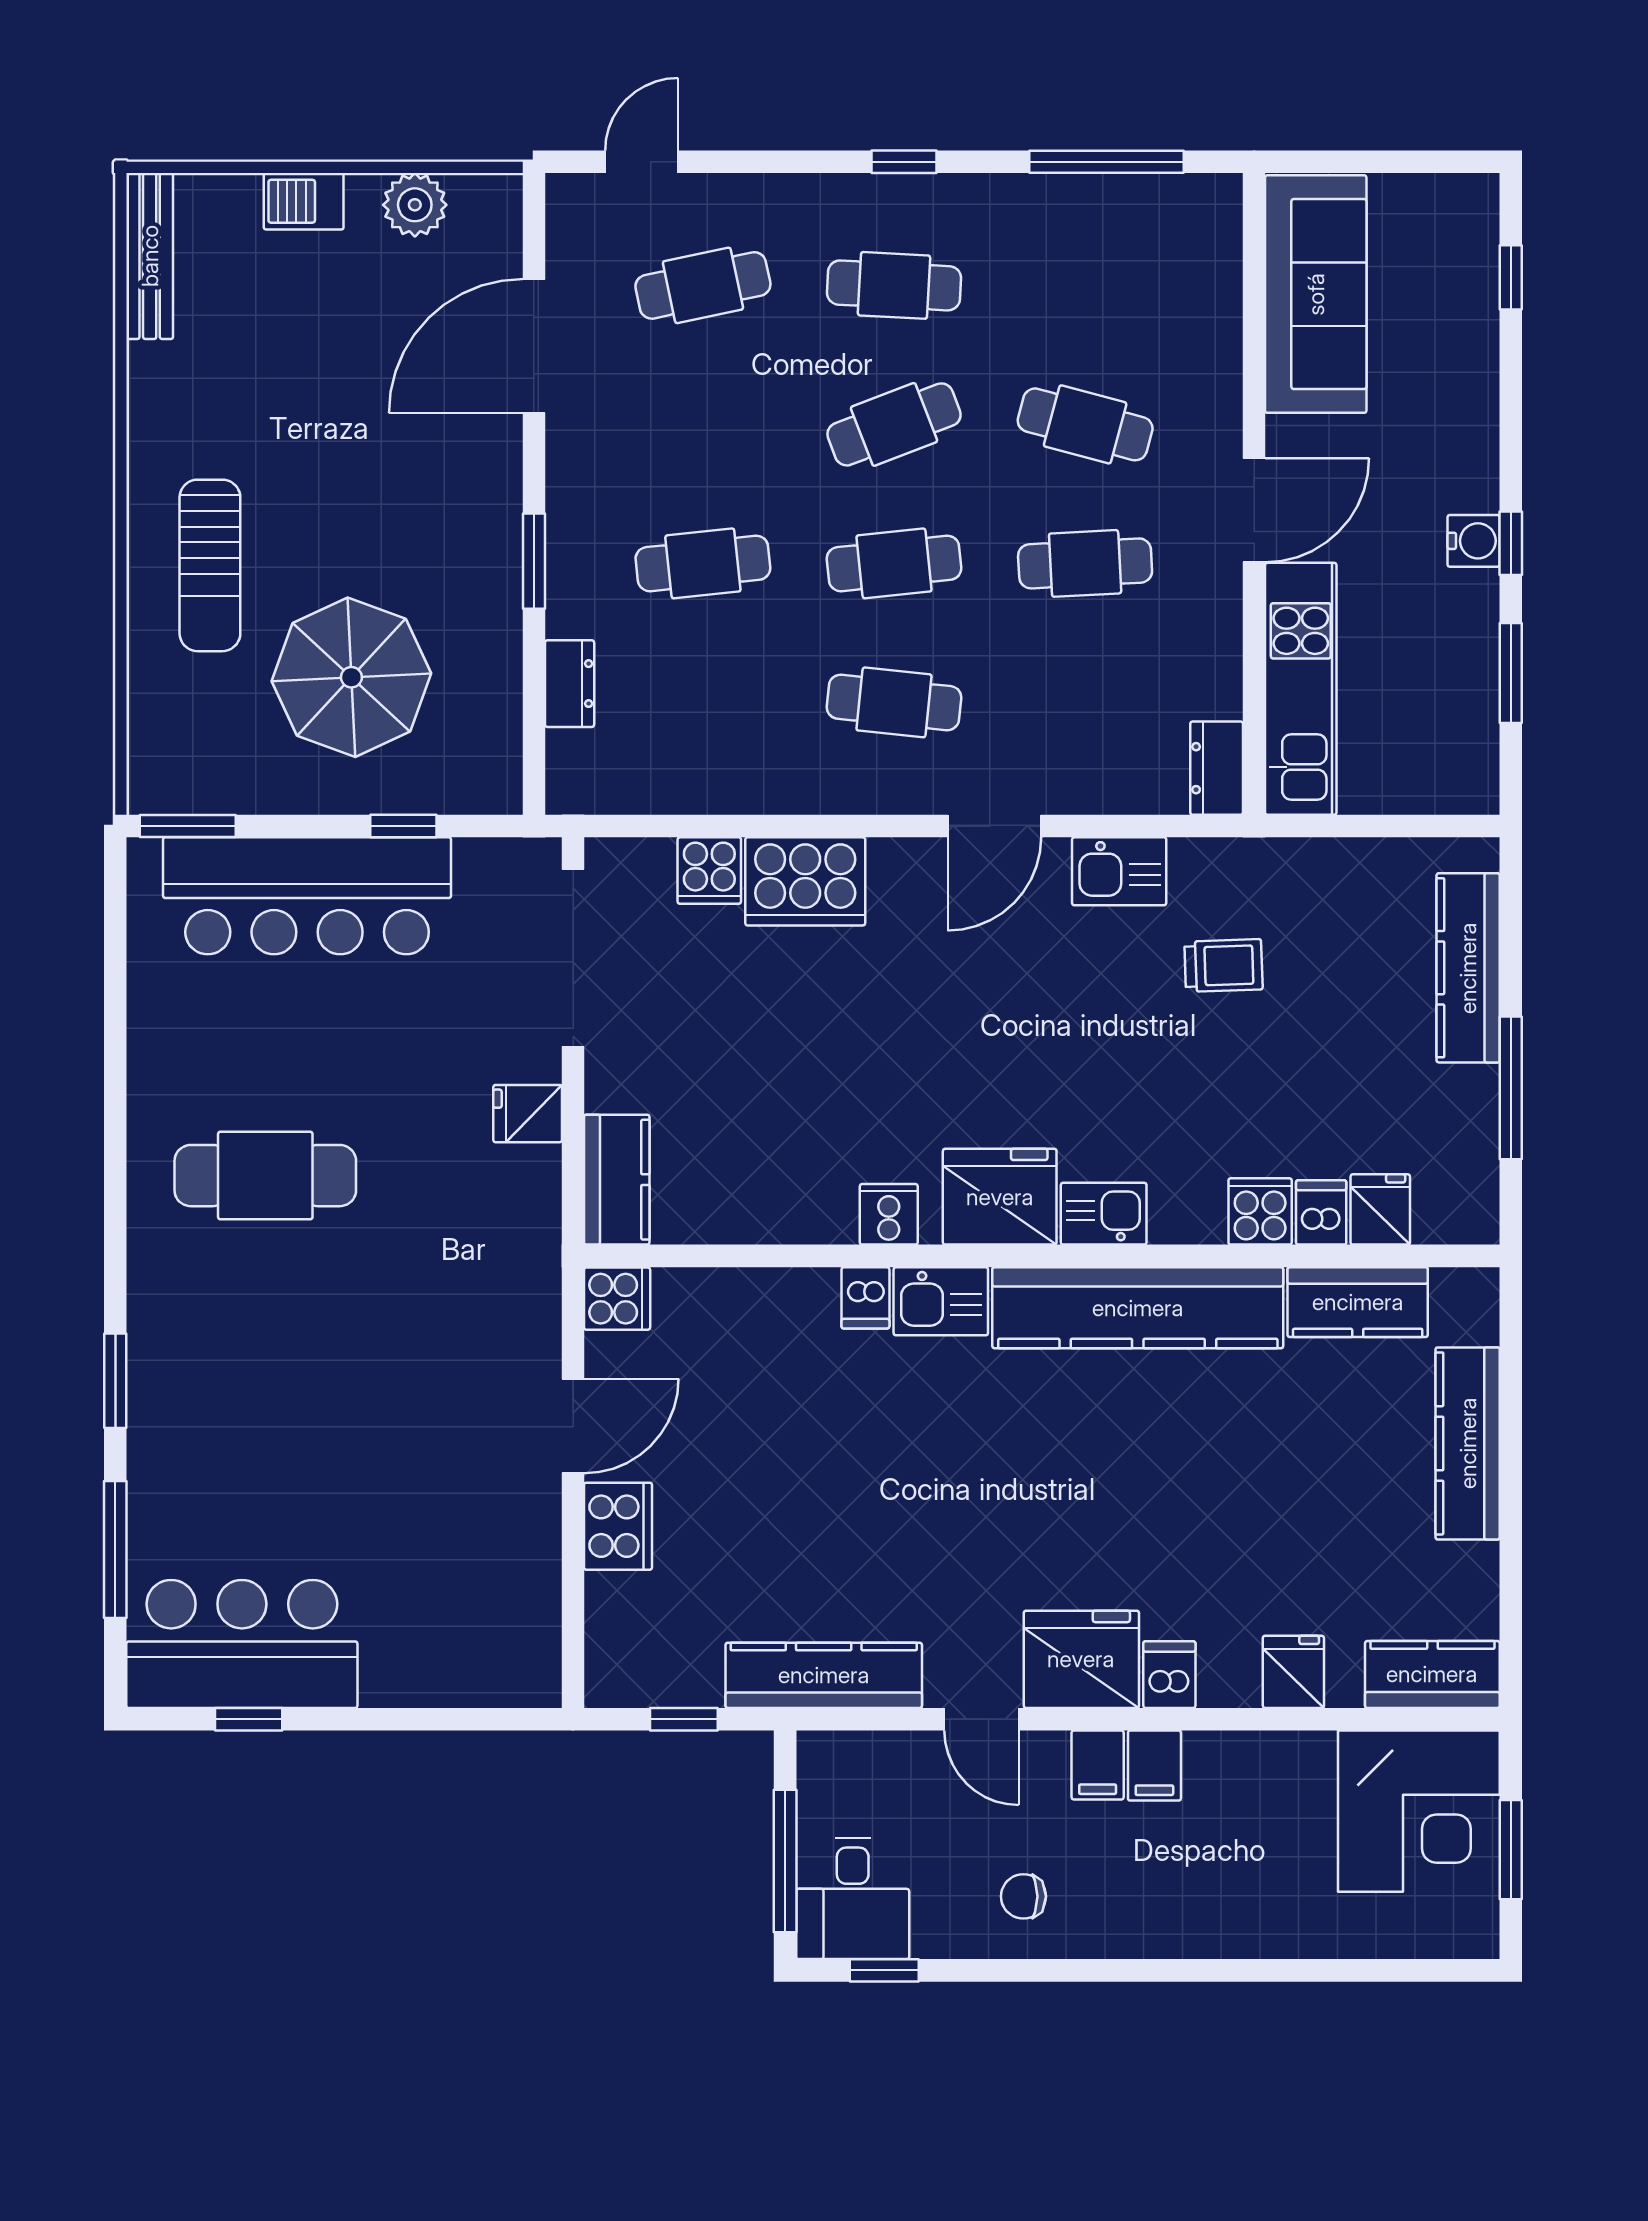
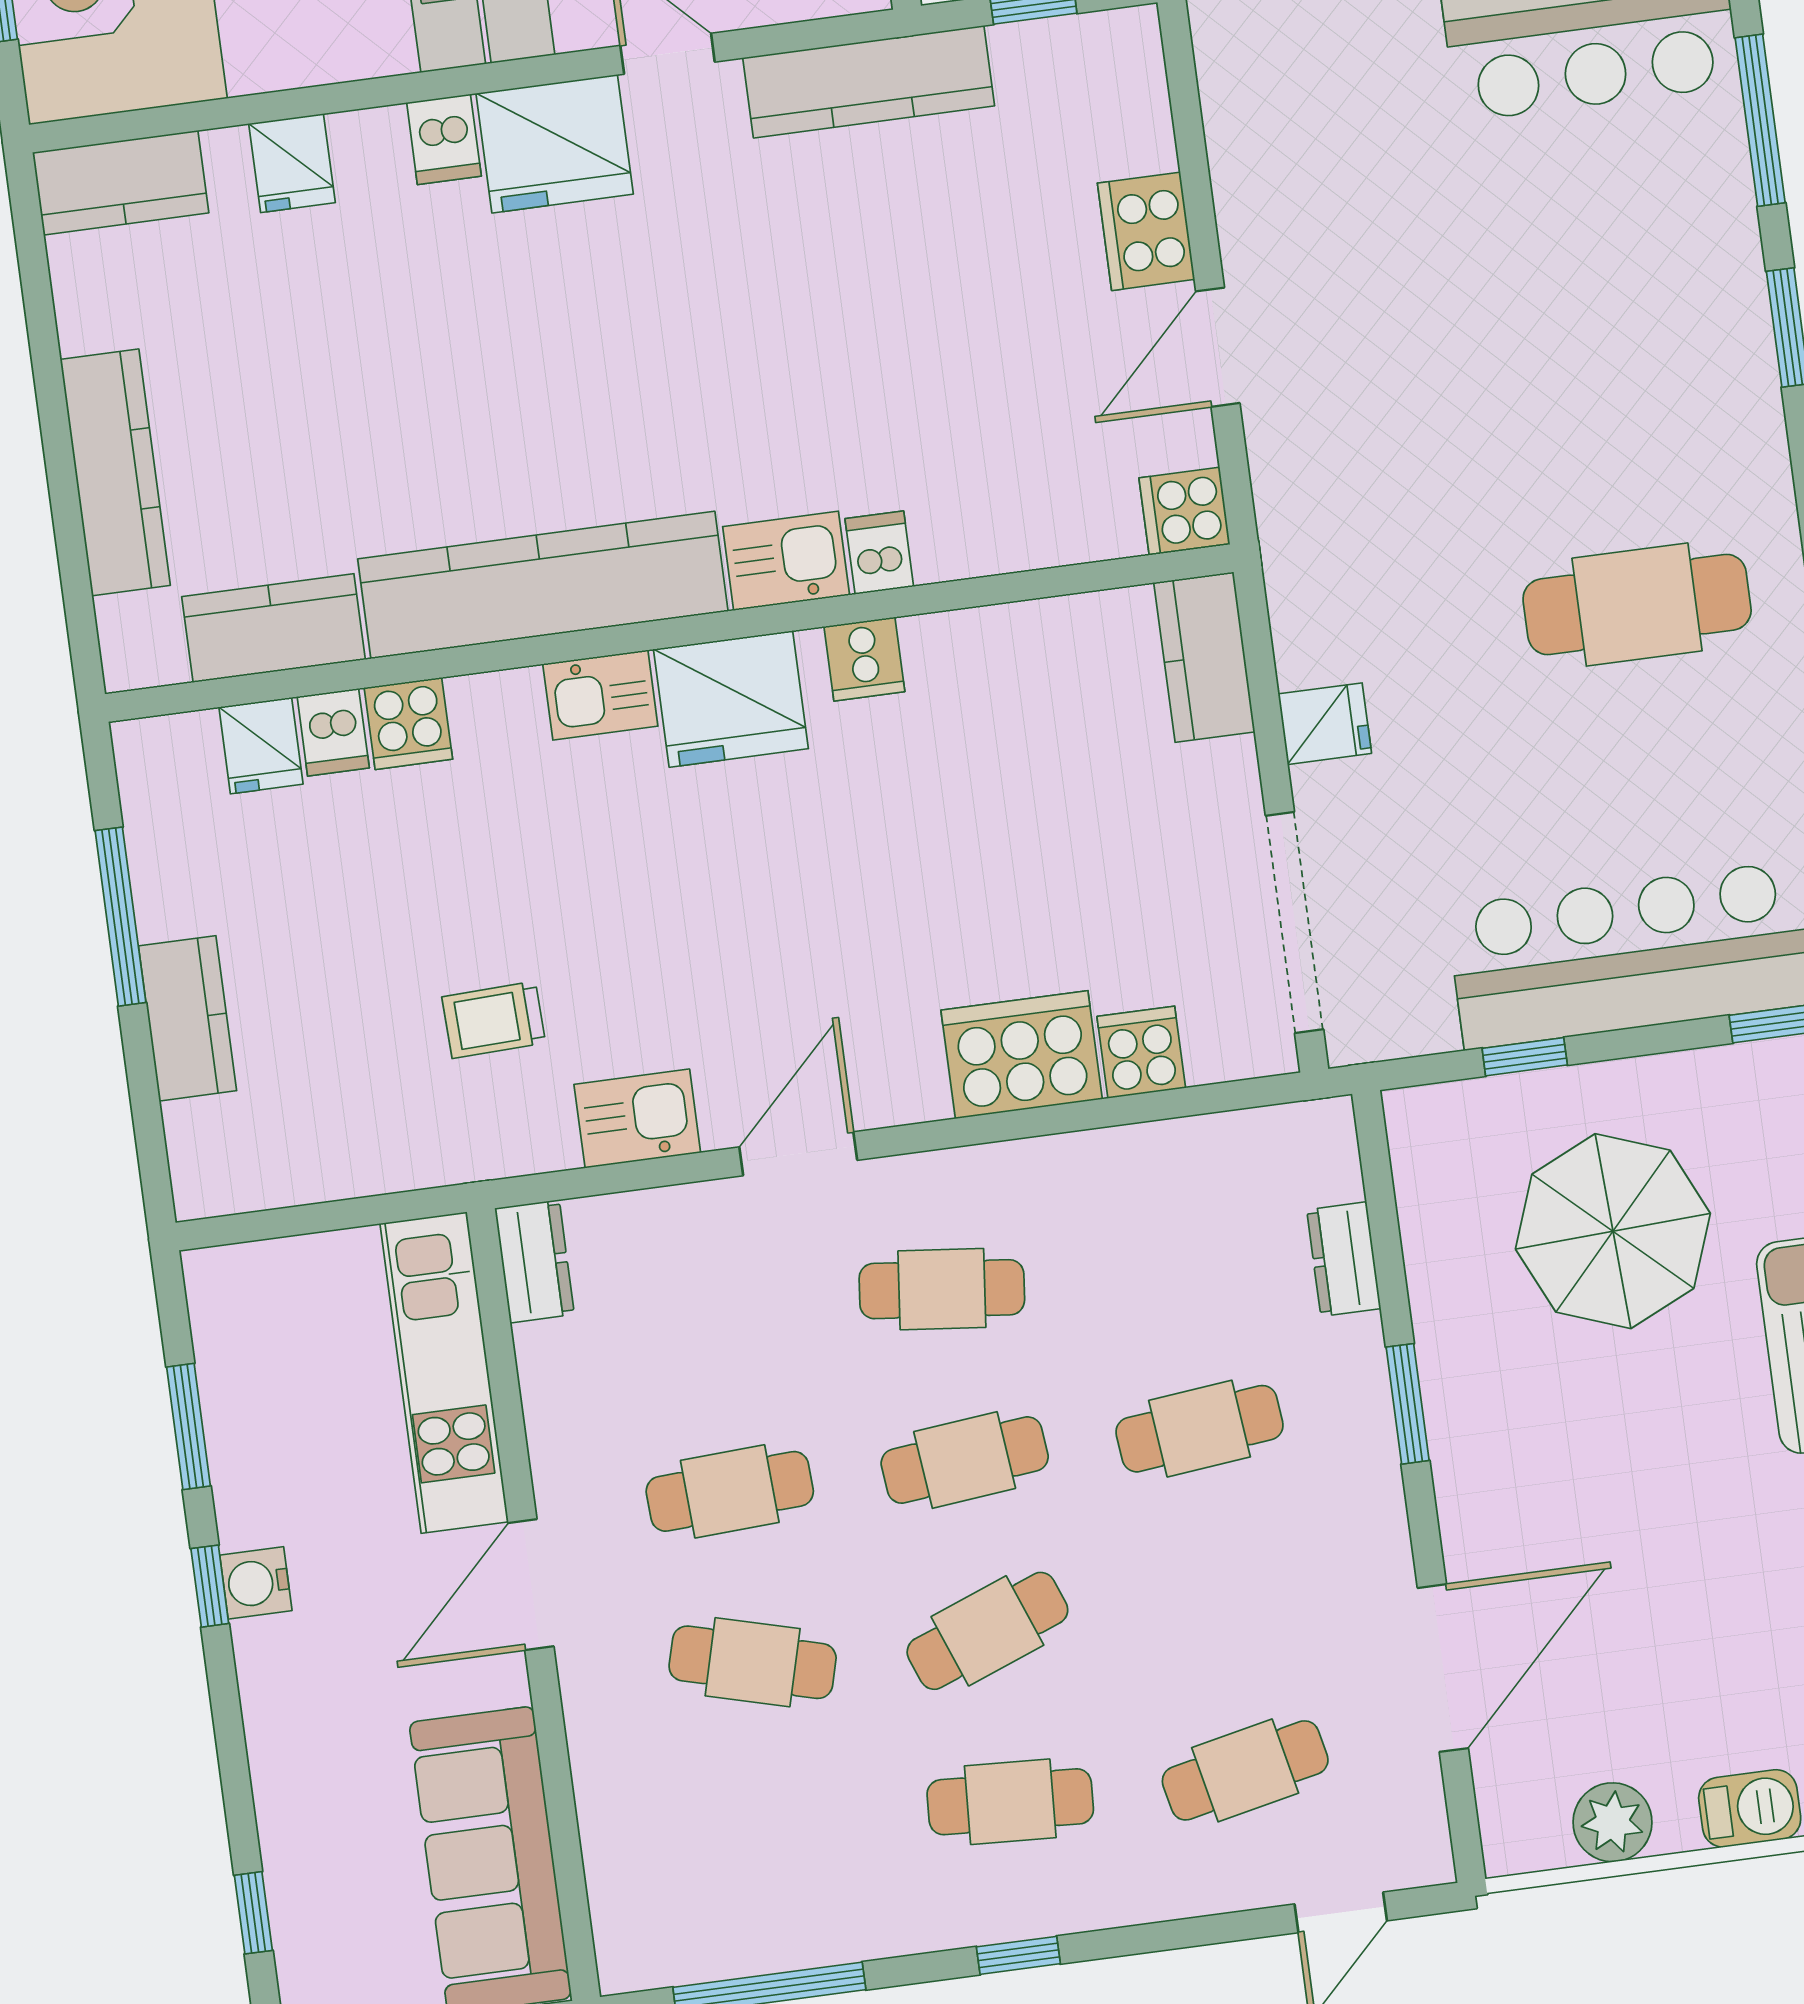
kitchen counter: (1468, 968) -> (187, 1018), width x0.67

